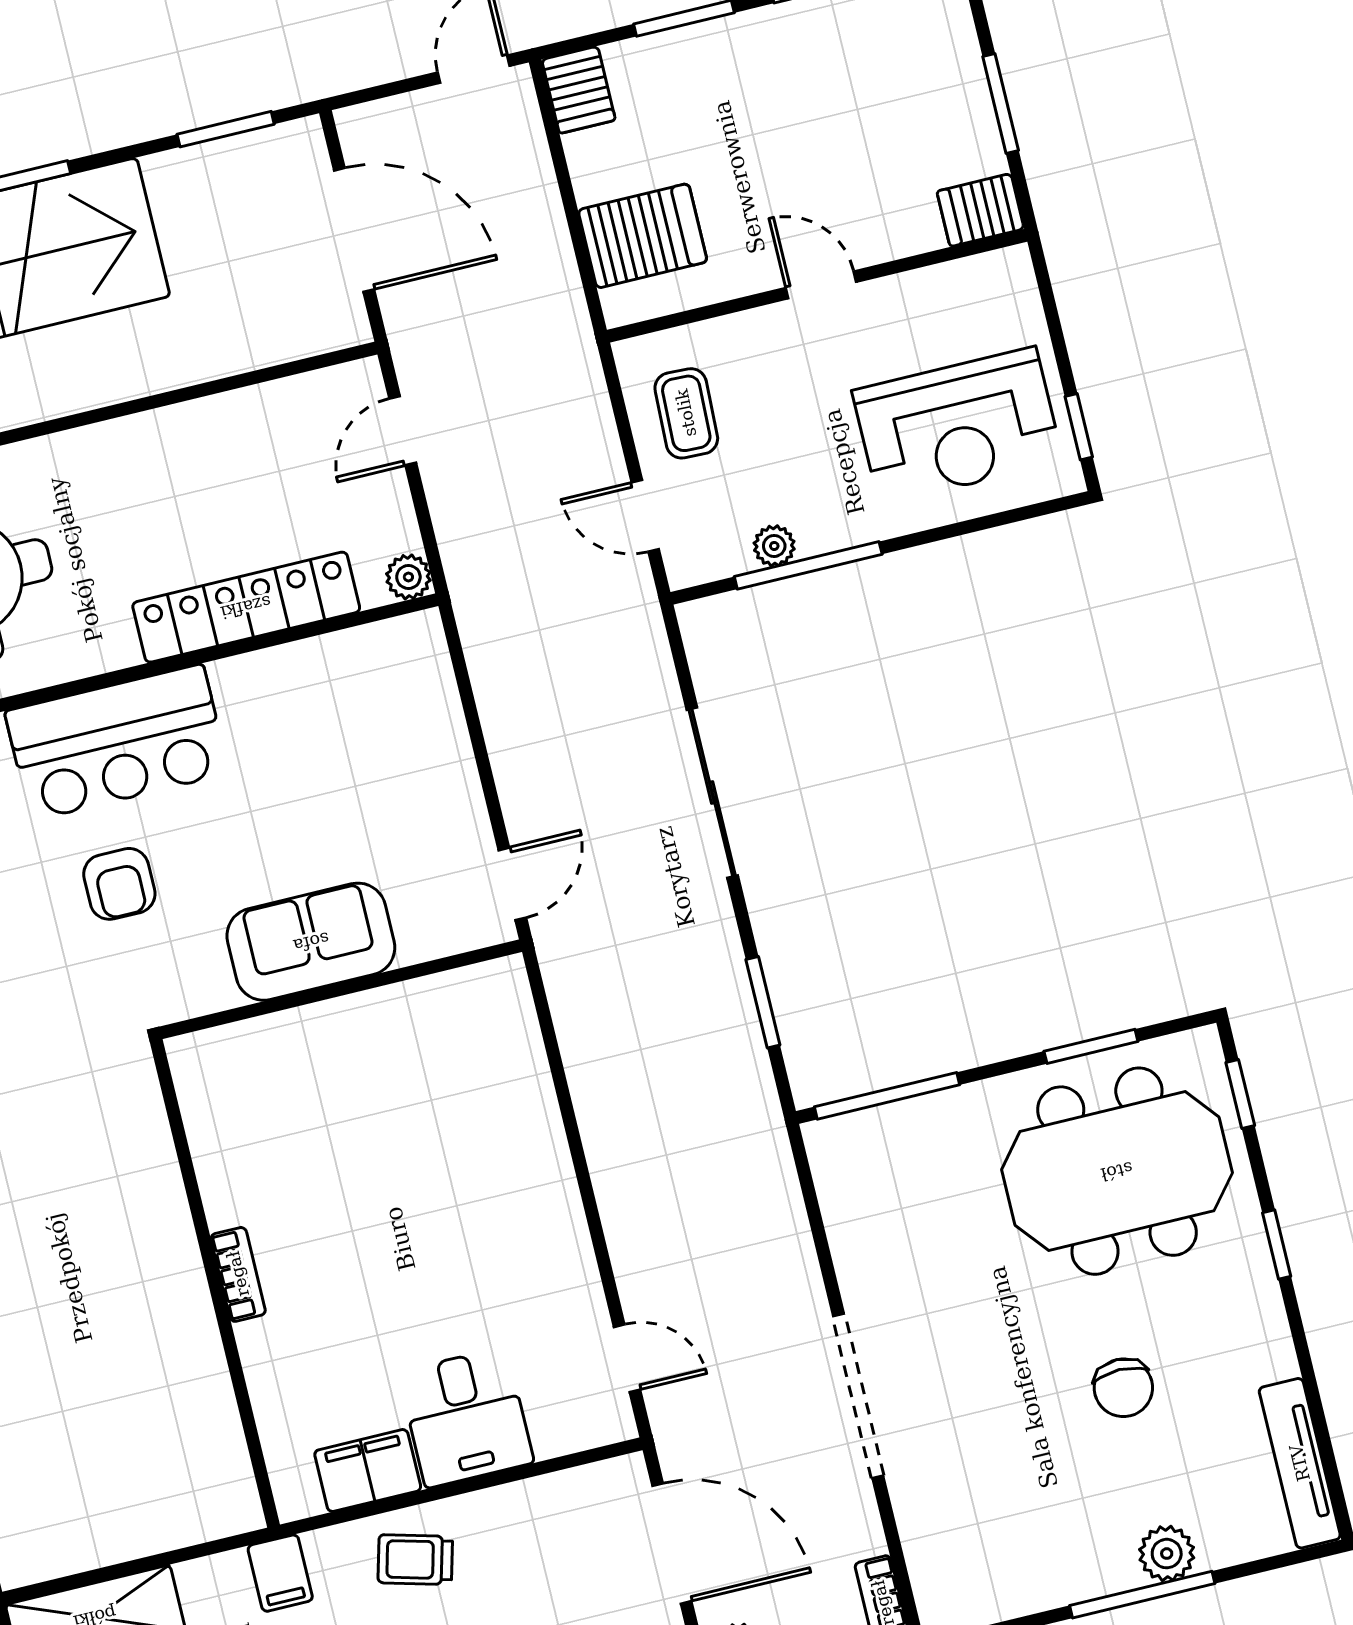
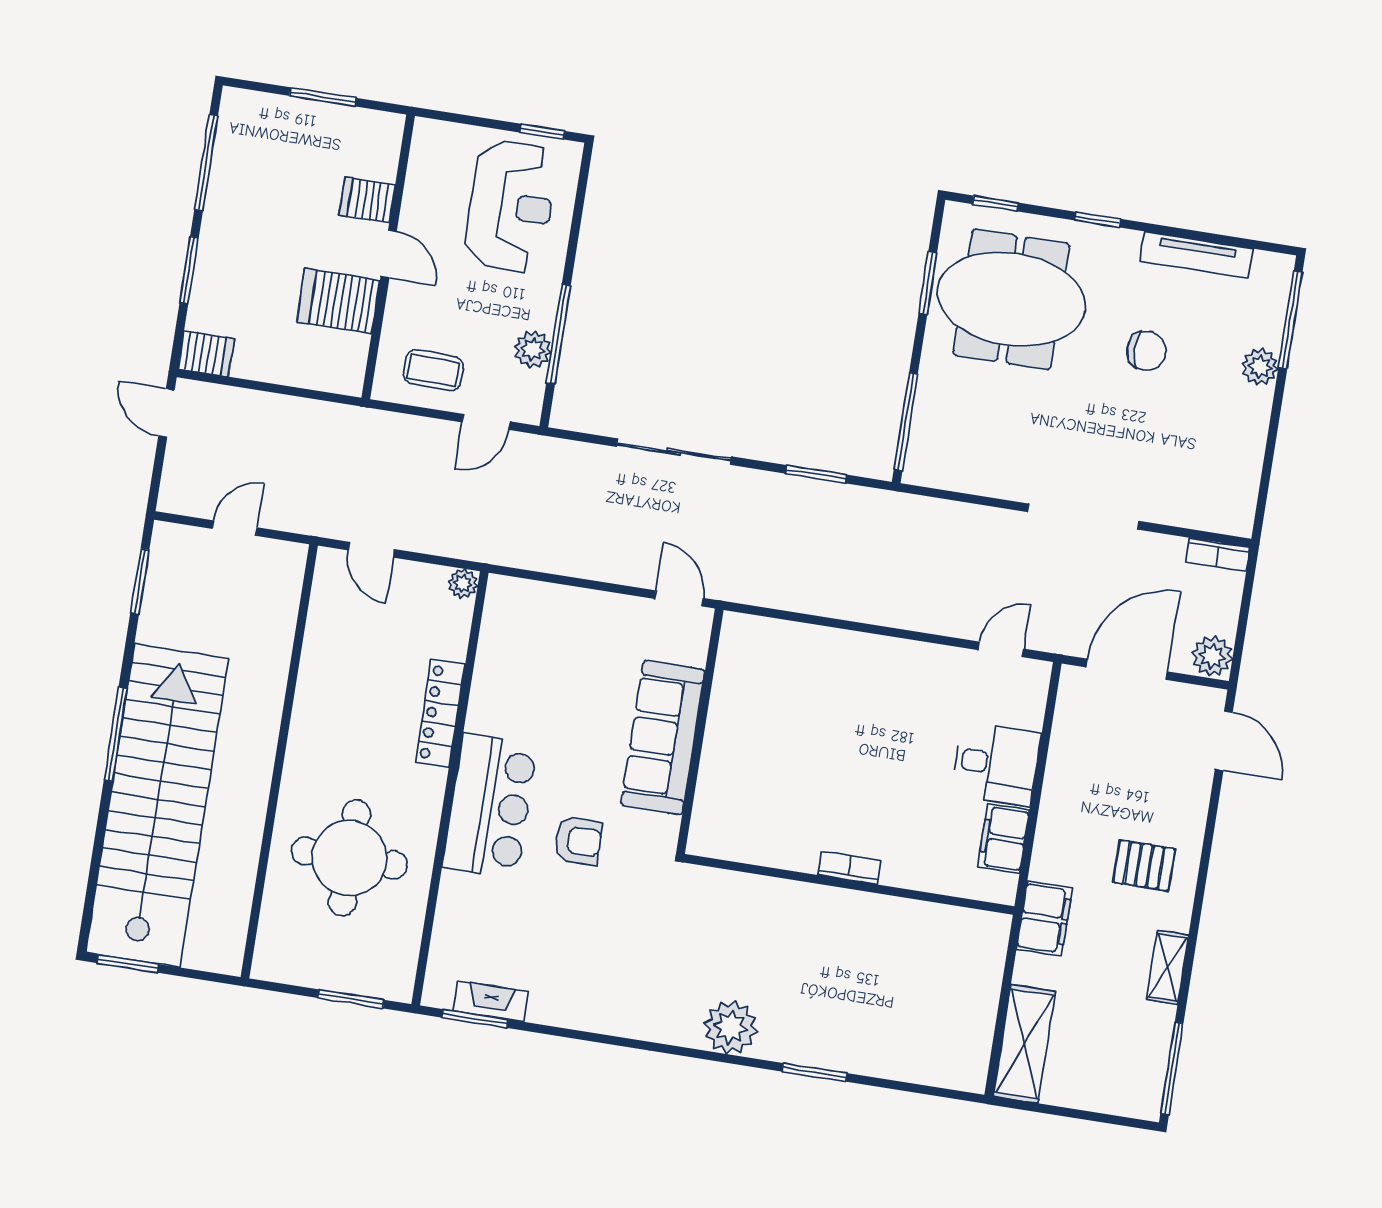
server rack: (980, 210) -> (367, 200), moved, turned 90
door: (354, 230) -> (235, 528), width x0.53
server rack: (643, 236) -> (338, 301), moved, turned -90
door: (821, 285) -> (389, 254), swing flipped
plant: (774, 546) -> (533, 349), width x1.38, depth x1.38
locker: (246, 607) -> (440, 713), width x0.71, depth x0.83
sofa: (311, 942) -> (663, 738), width x1.36
meeting table: (1117, 1171) -> (1011, 299), turned 90
tv unit: (1300, 1463) -> (1197, 255), moved
trolley: (415, 1560) -> (1071, 832), removed
filing cabinet: (280, 1573) -> (1044, 919), width x2.00
window: (1142, 1595) -> (1290, 320), moved

